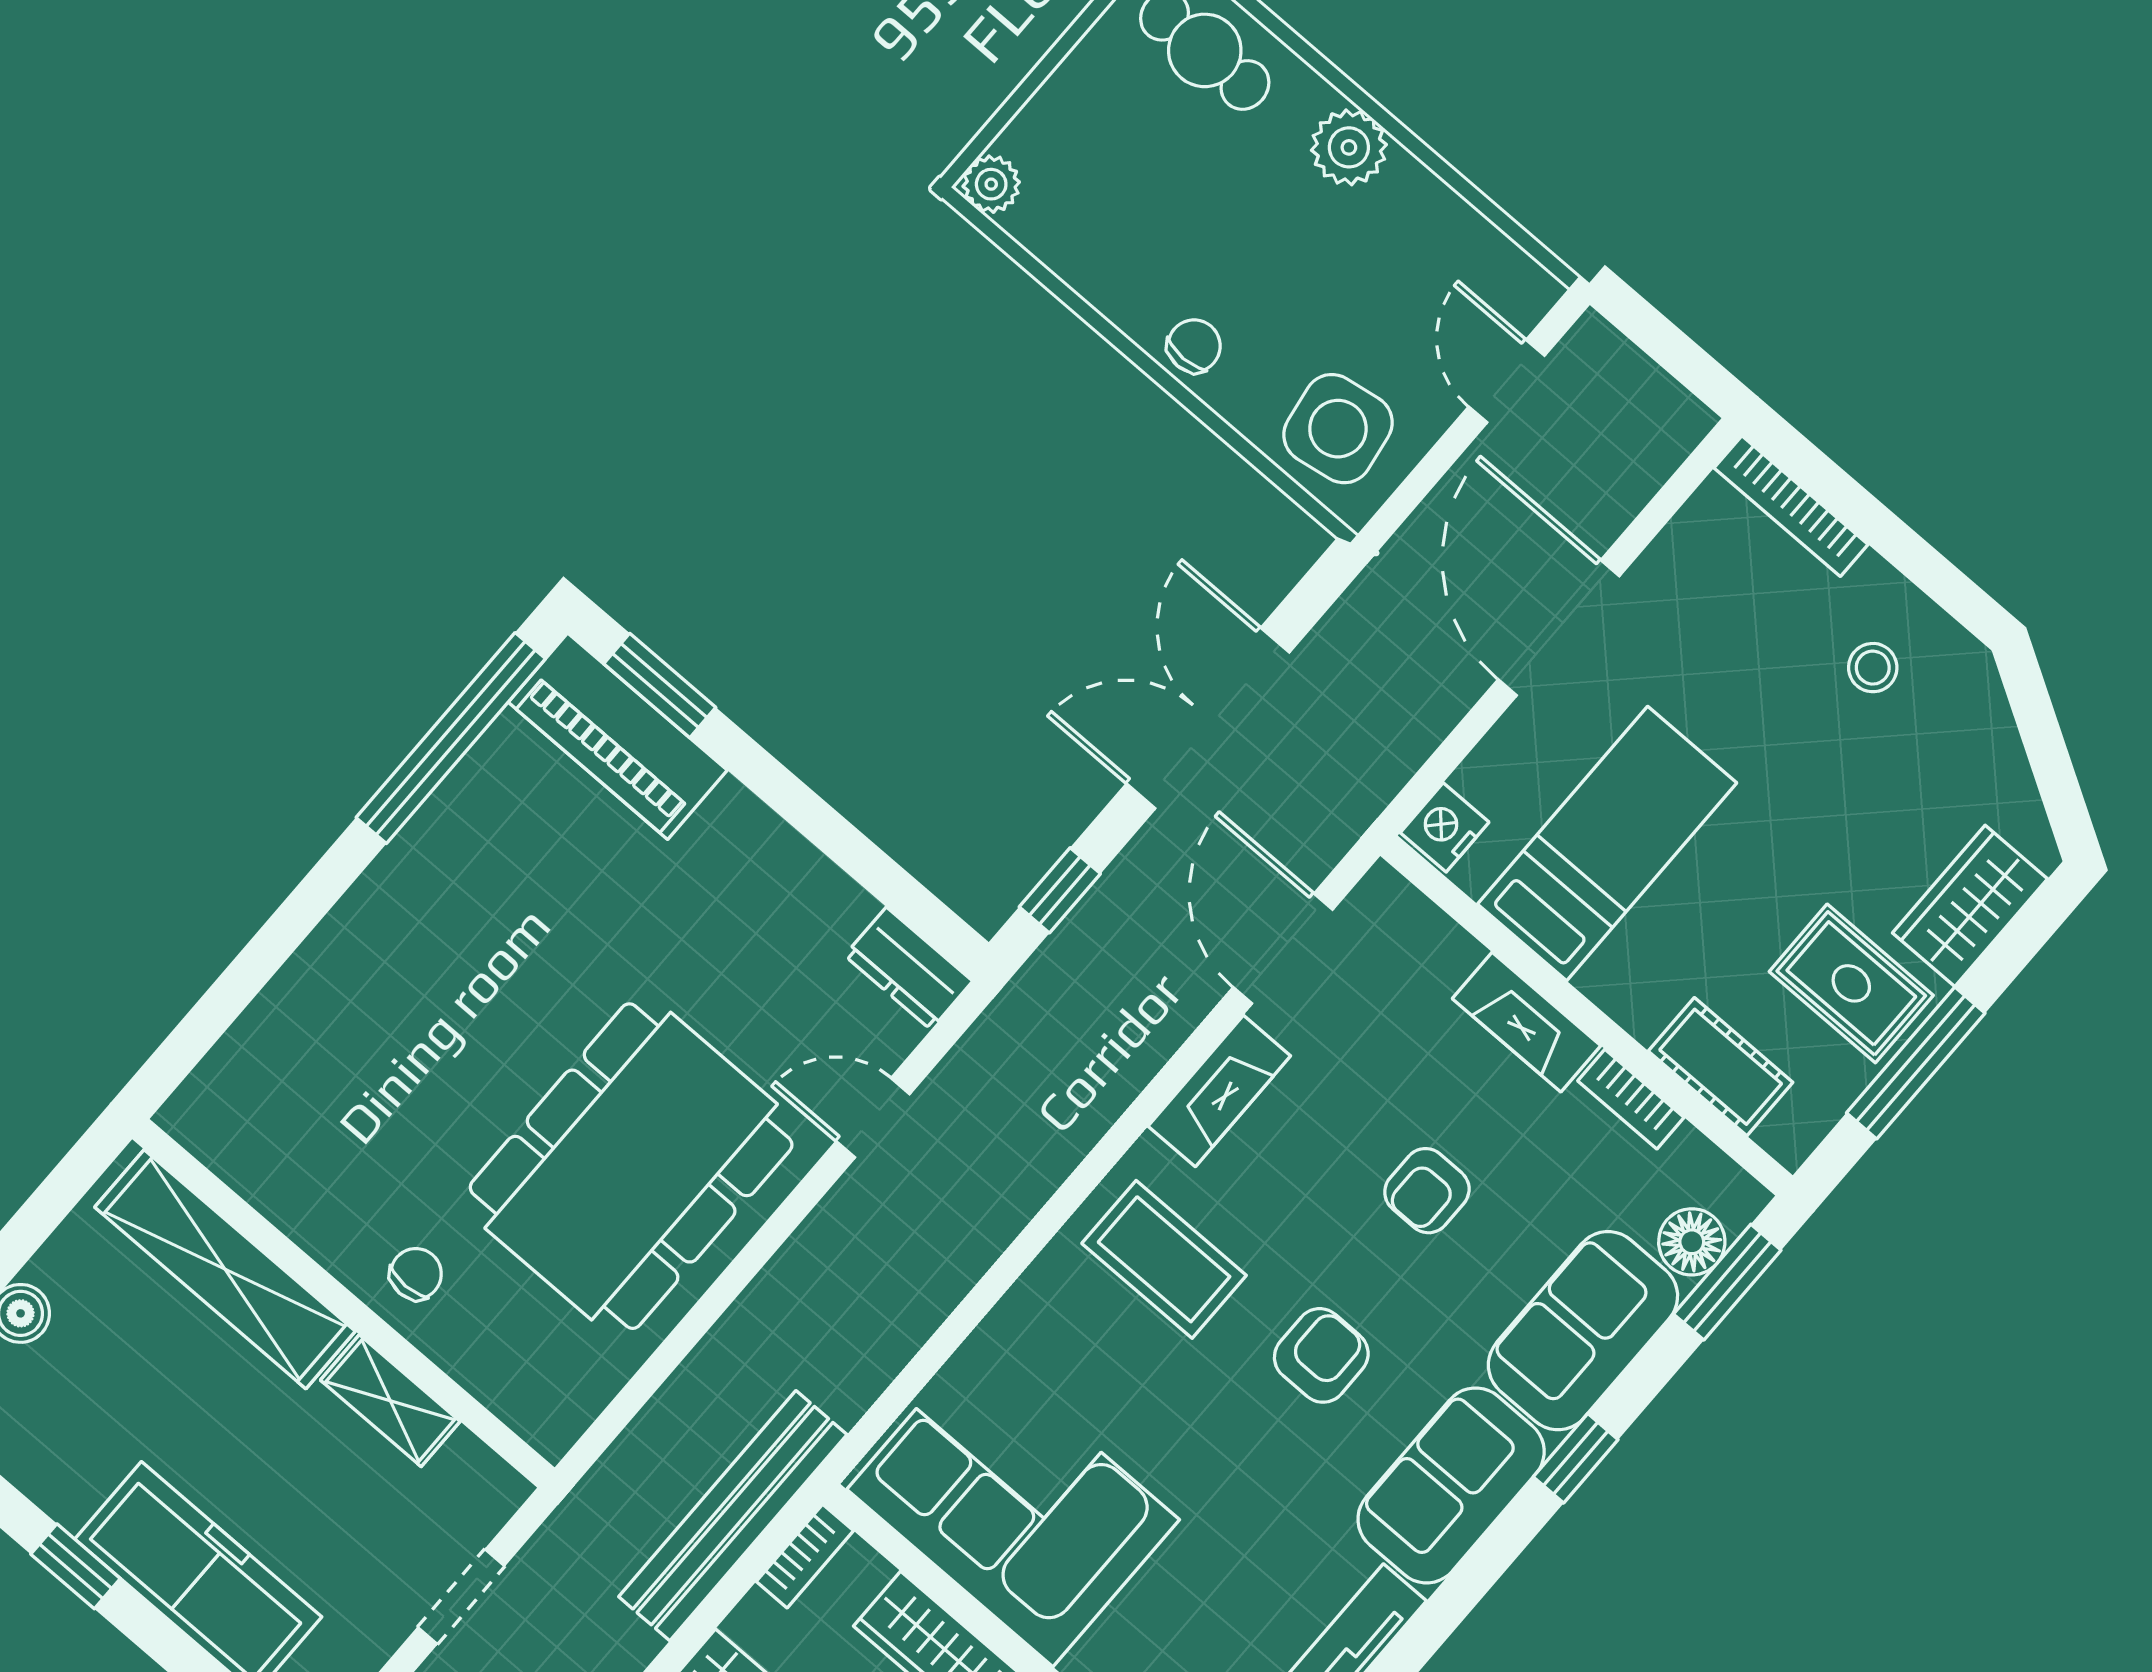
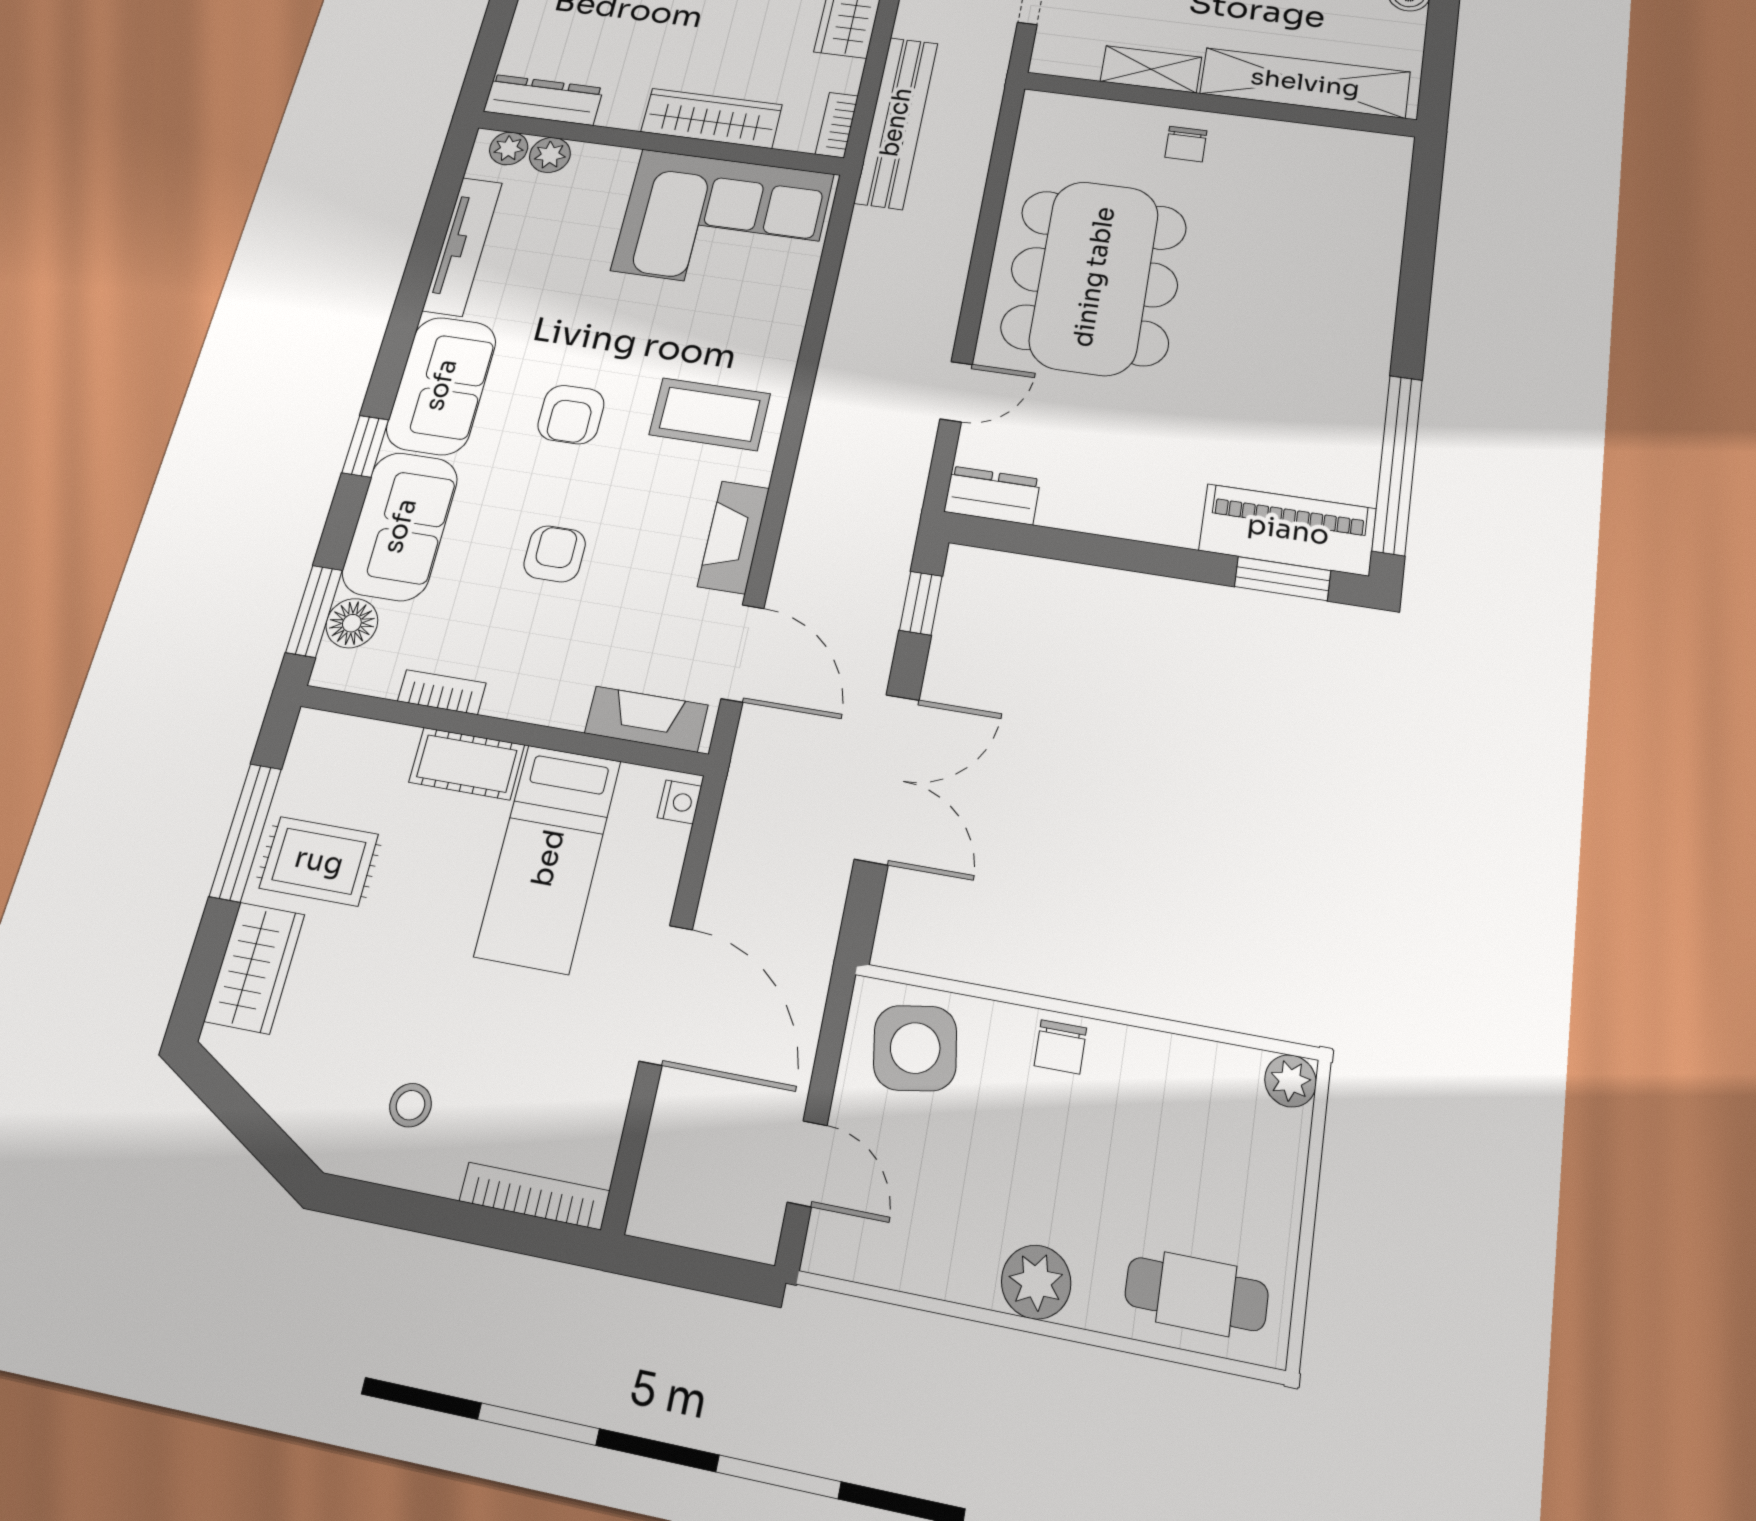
nightstand: (1445, 827) -> (679, 802), width x0.72, depth x0.74
fireplace: (1526, 1022) -> (646, 719), moved
cot: (1721, 1067) -> (467, 764), moved

